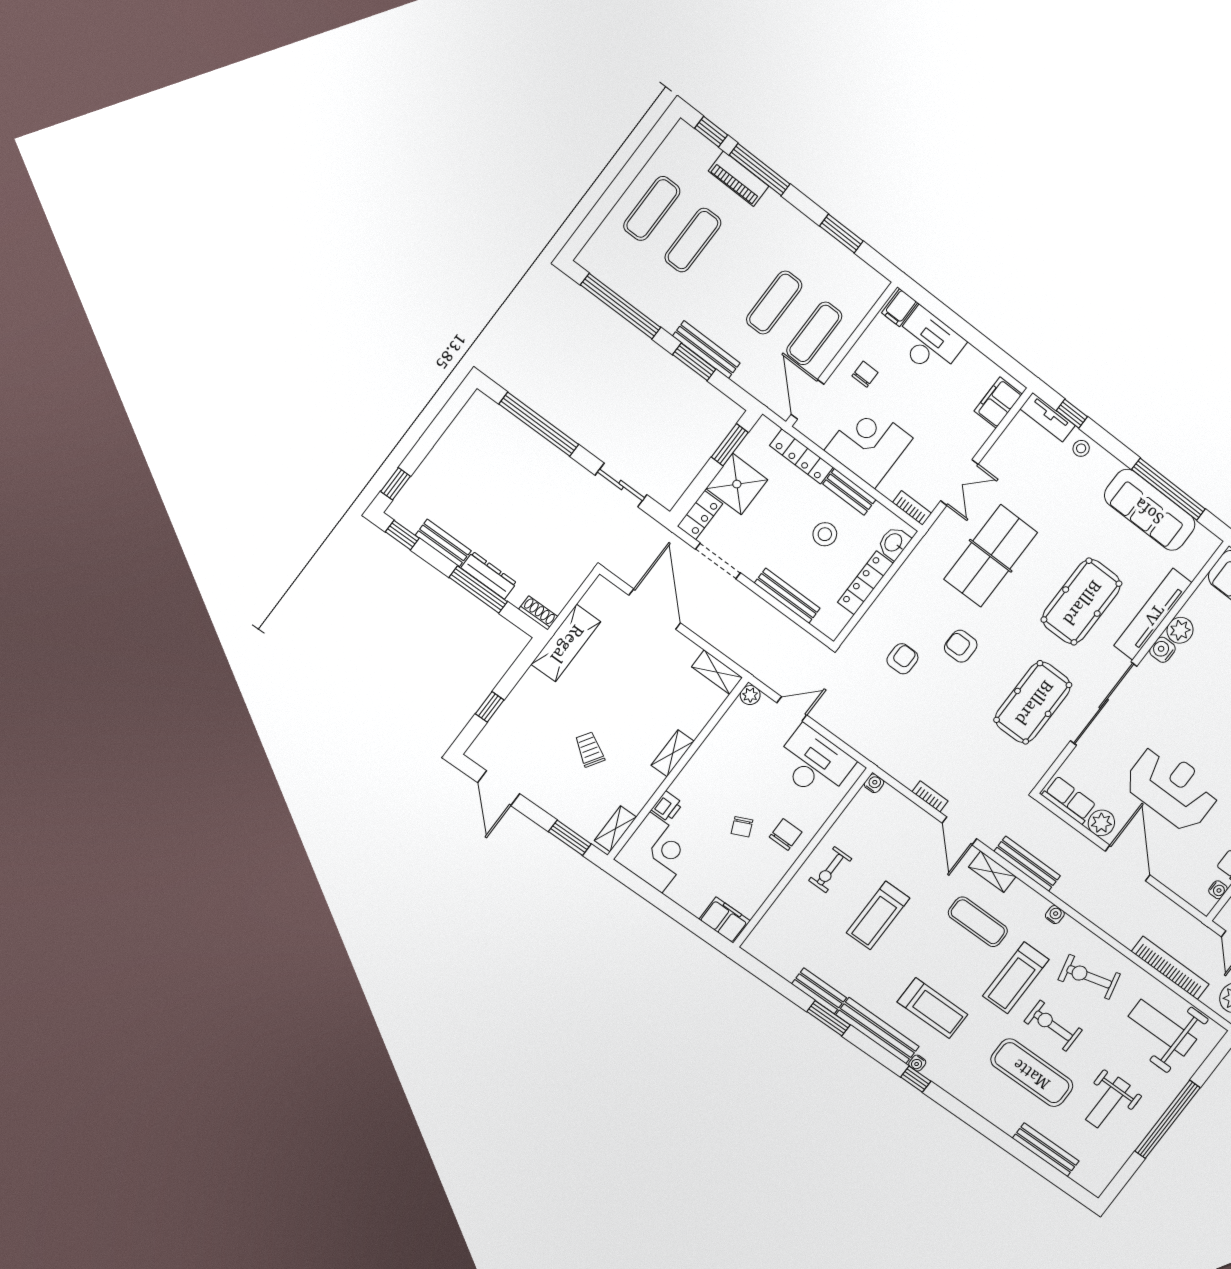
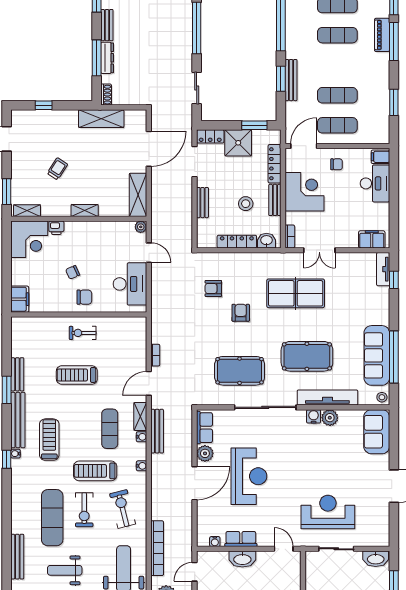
stool: (1081, 448) -> (382, 397), moved
bench: (787, 596) -> (202, 203), width x0.73
armchair: (902, 659) -> (213, 288), turned 180
shelving: (717, 672) -> (138, 195), width x1.50, depth x1.33
water cooler: (874, 783) -> (142, 437), moved
treadmill: (932, 1008) -> (49, 440), turned 180
exercise bike: (1053, 1026) -> (84, 510), turned 180

